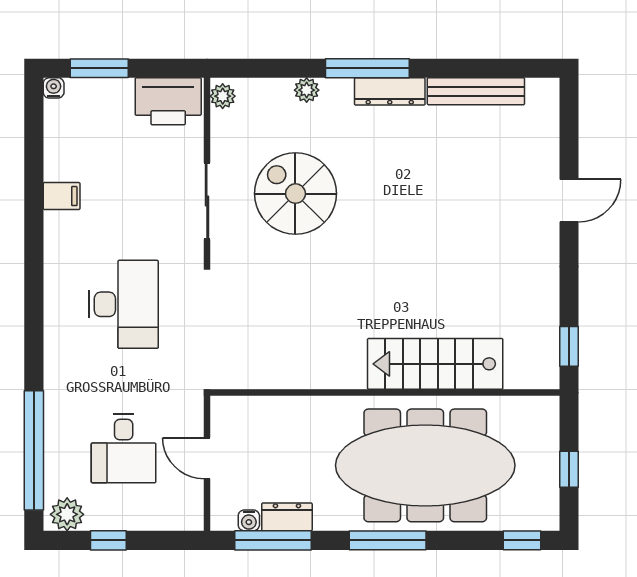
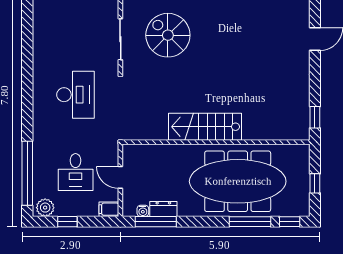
filing cabinet: (62, 196) -> (109, 209), moved, turned 180
stairs: (435, 364) -> (205, 127), moved
window: (388, 540) -> (250, 222), moved

